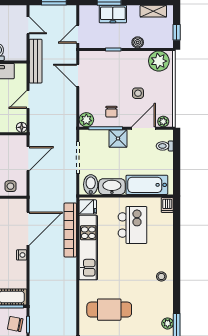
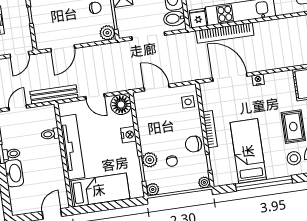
door: (78, 34) -> (19, 55), hinge flipped
floor lamp: (22, 127) -> (121, 105), width x1.89, depth x1.89

